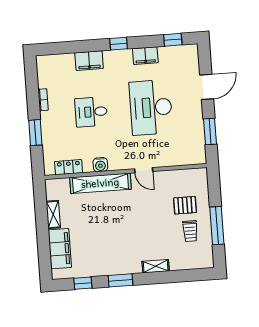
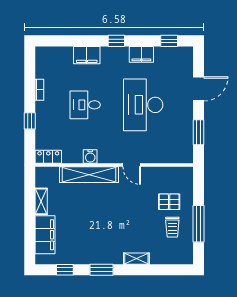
window: (35, 133) -> (30, 121), width x0.67
locker: (69, 167) -> (48, 157), moved

